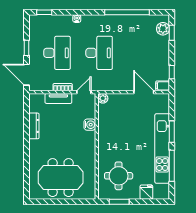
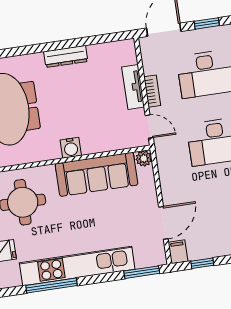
water cooler: (90, 125) -> (71, 148), moved
dresser: (34, 126) -> (66, 56), moved
sofa: (108, 128) -> (97, 174), added
window: (172, 132) -> (142, 272), moved

